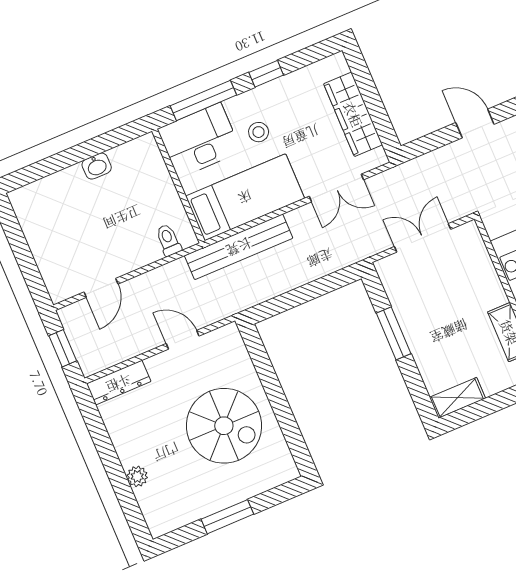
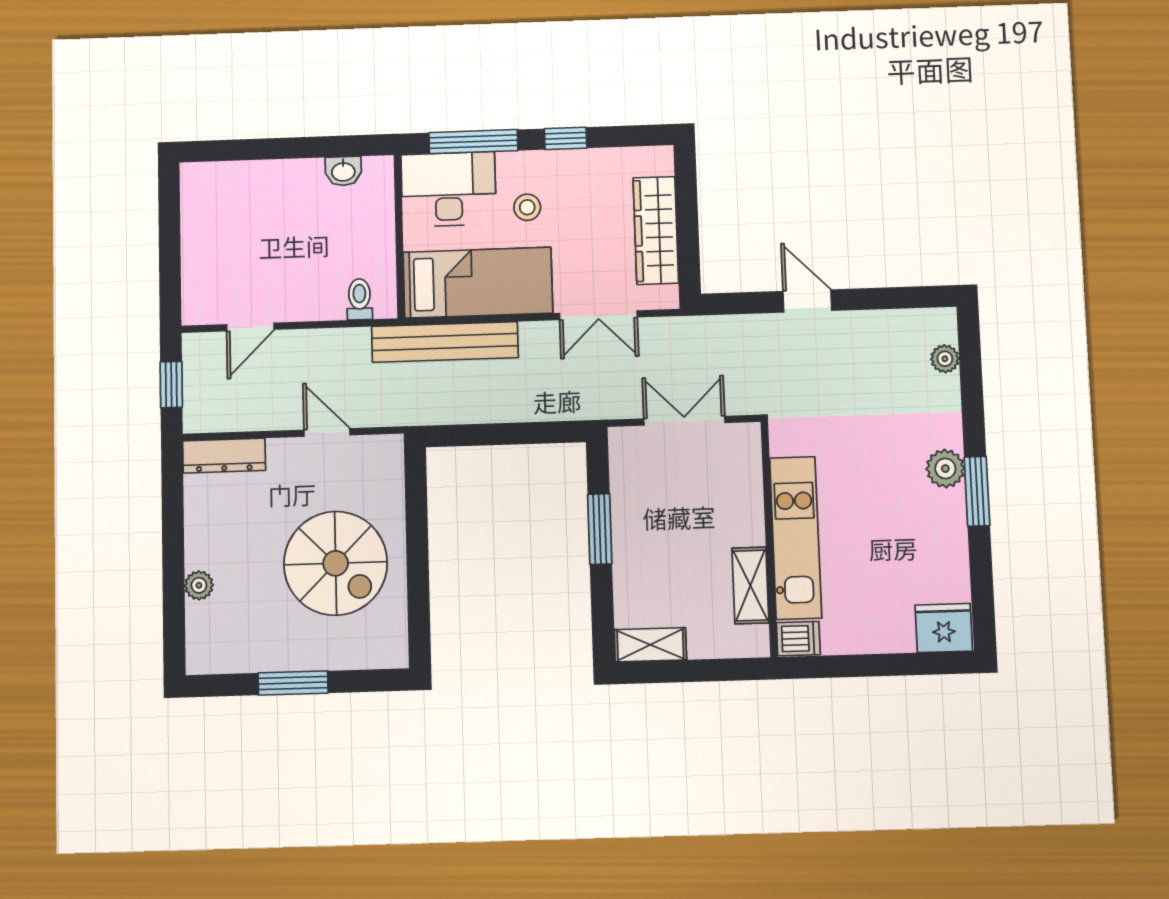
washbasin: (97, 166) -> (343, 171), moved

